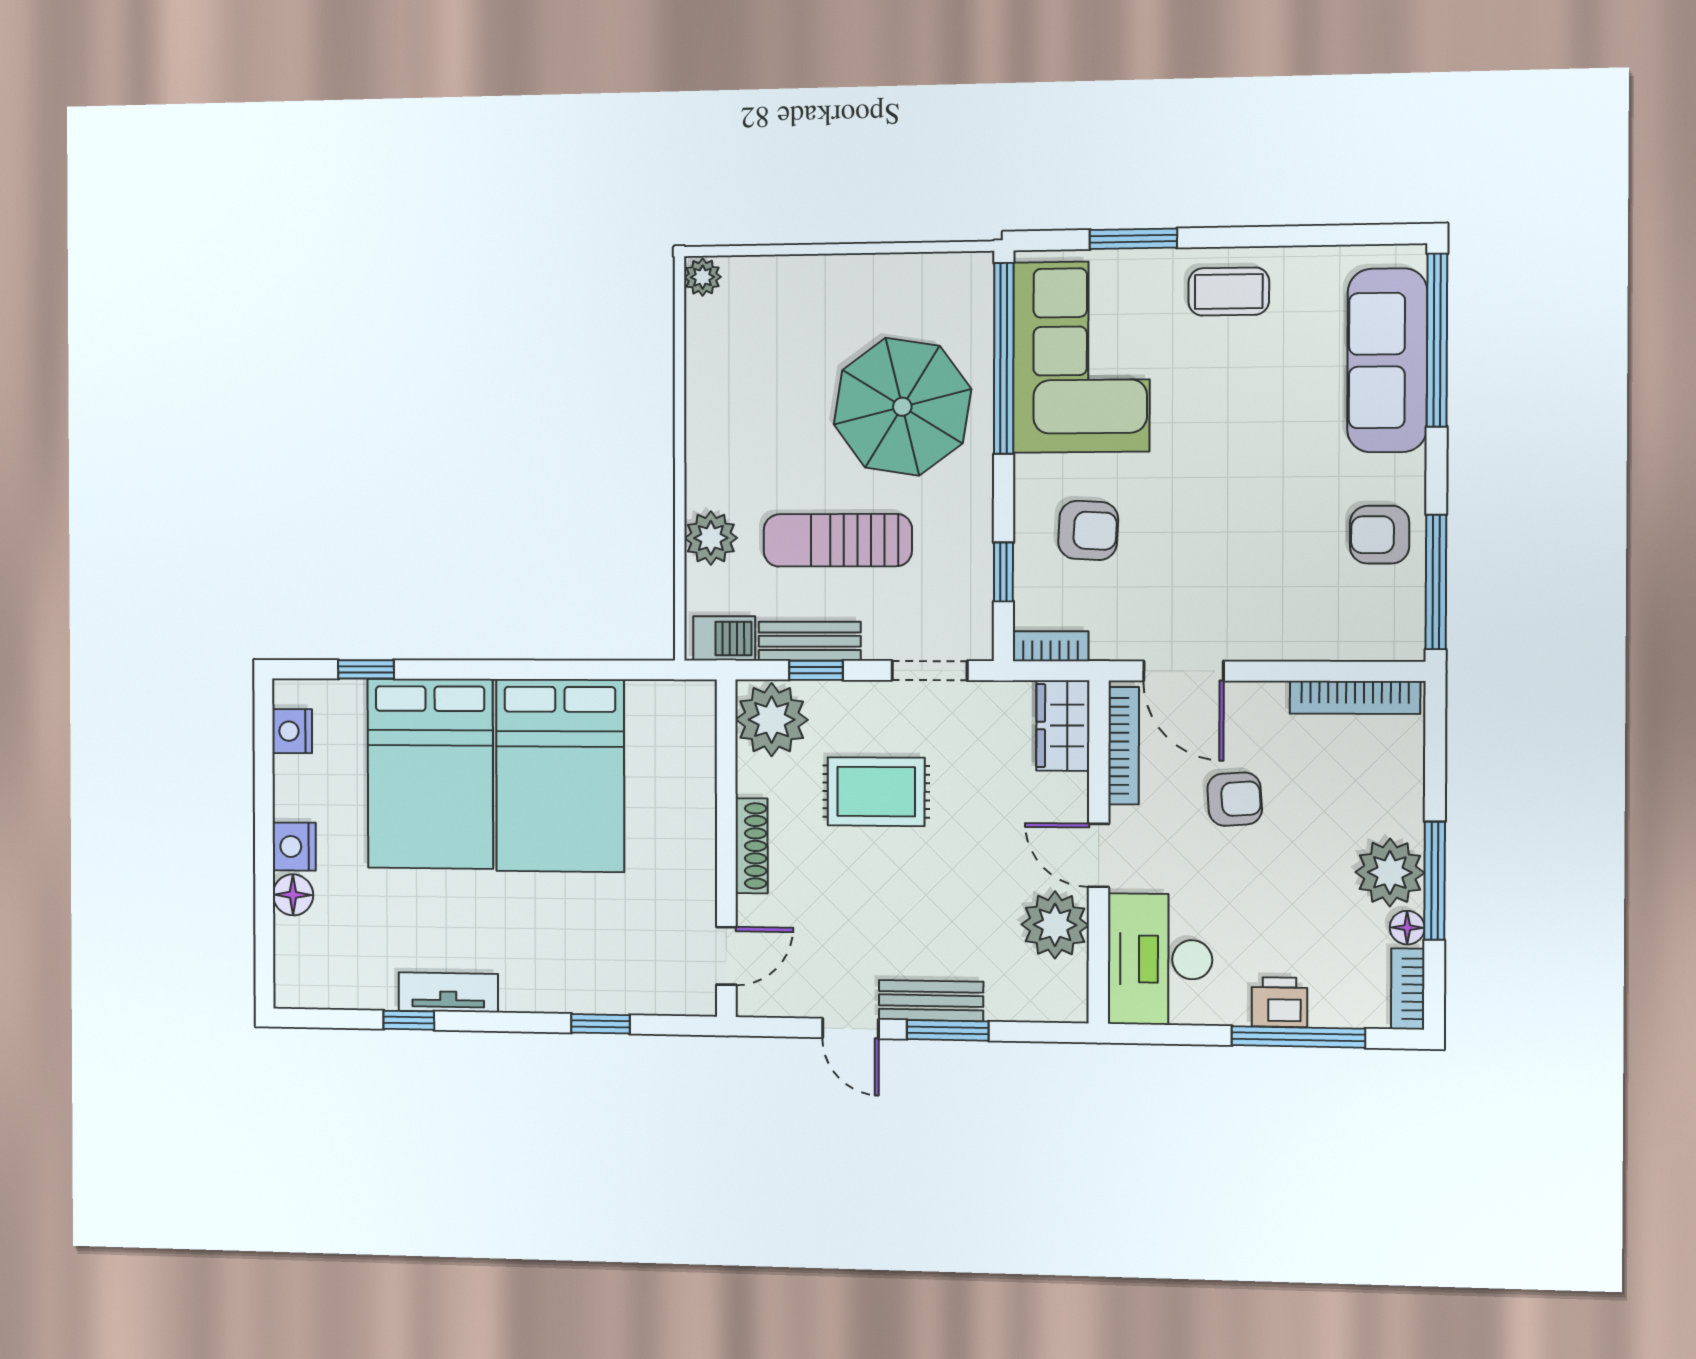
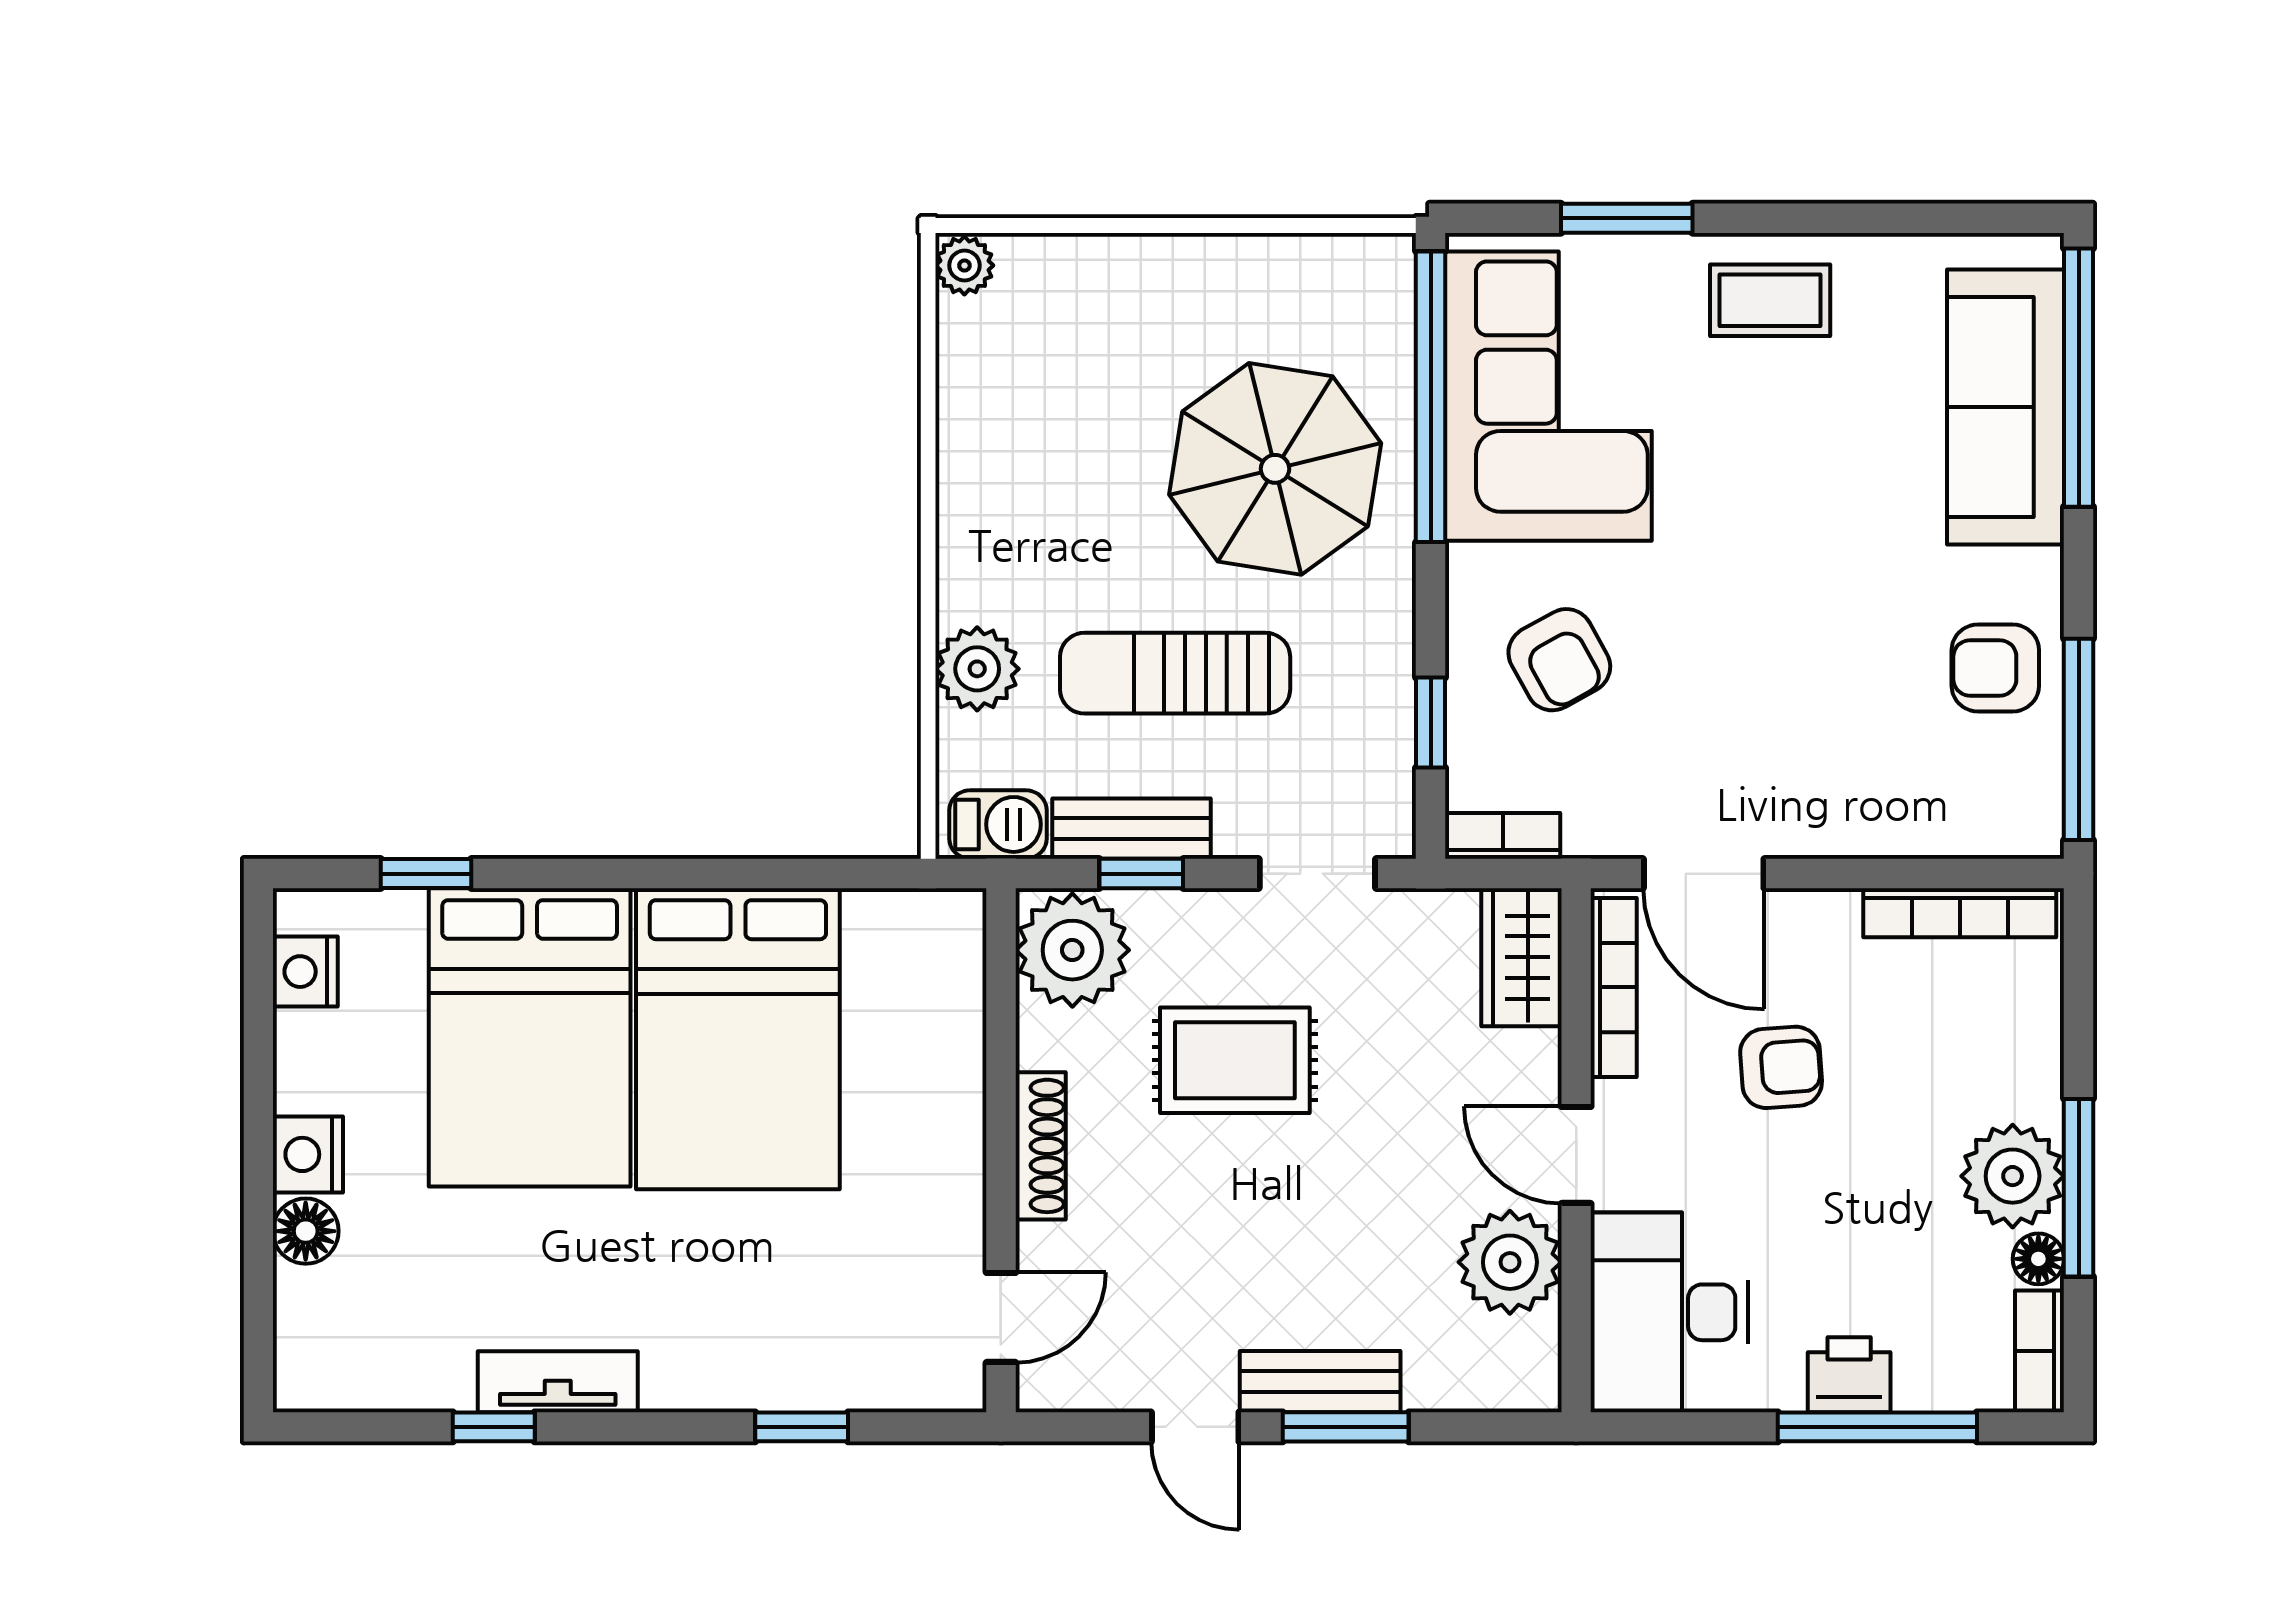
armchair: (1088, 530) -> (1559, 660), turned 58

